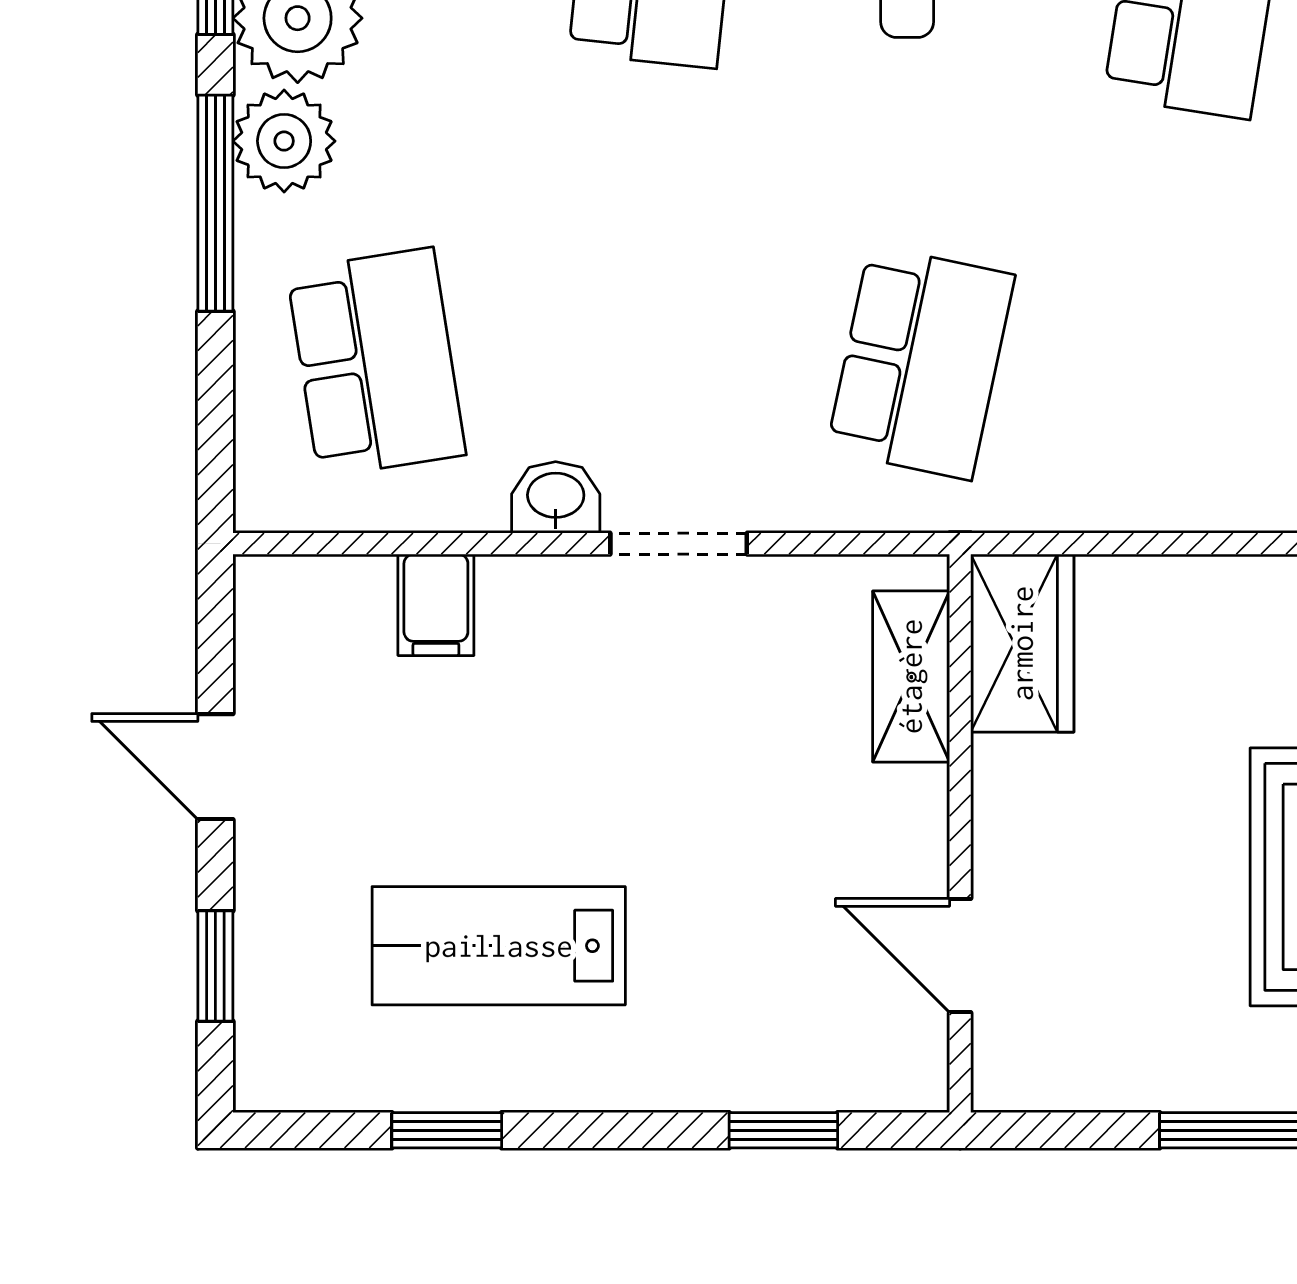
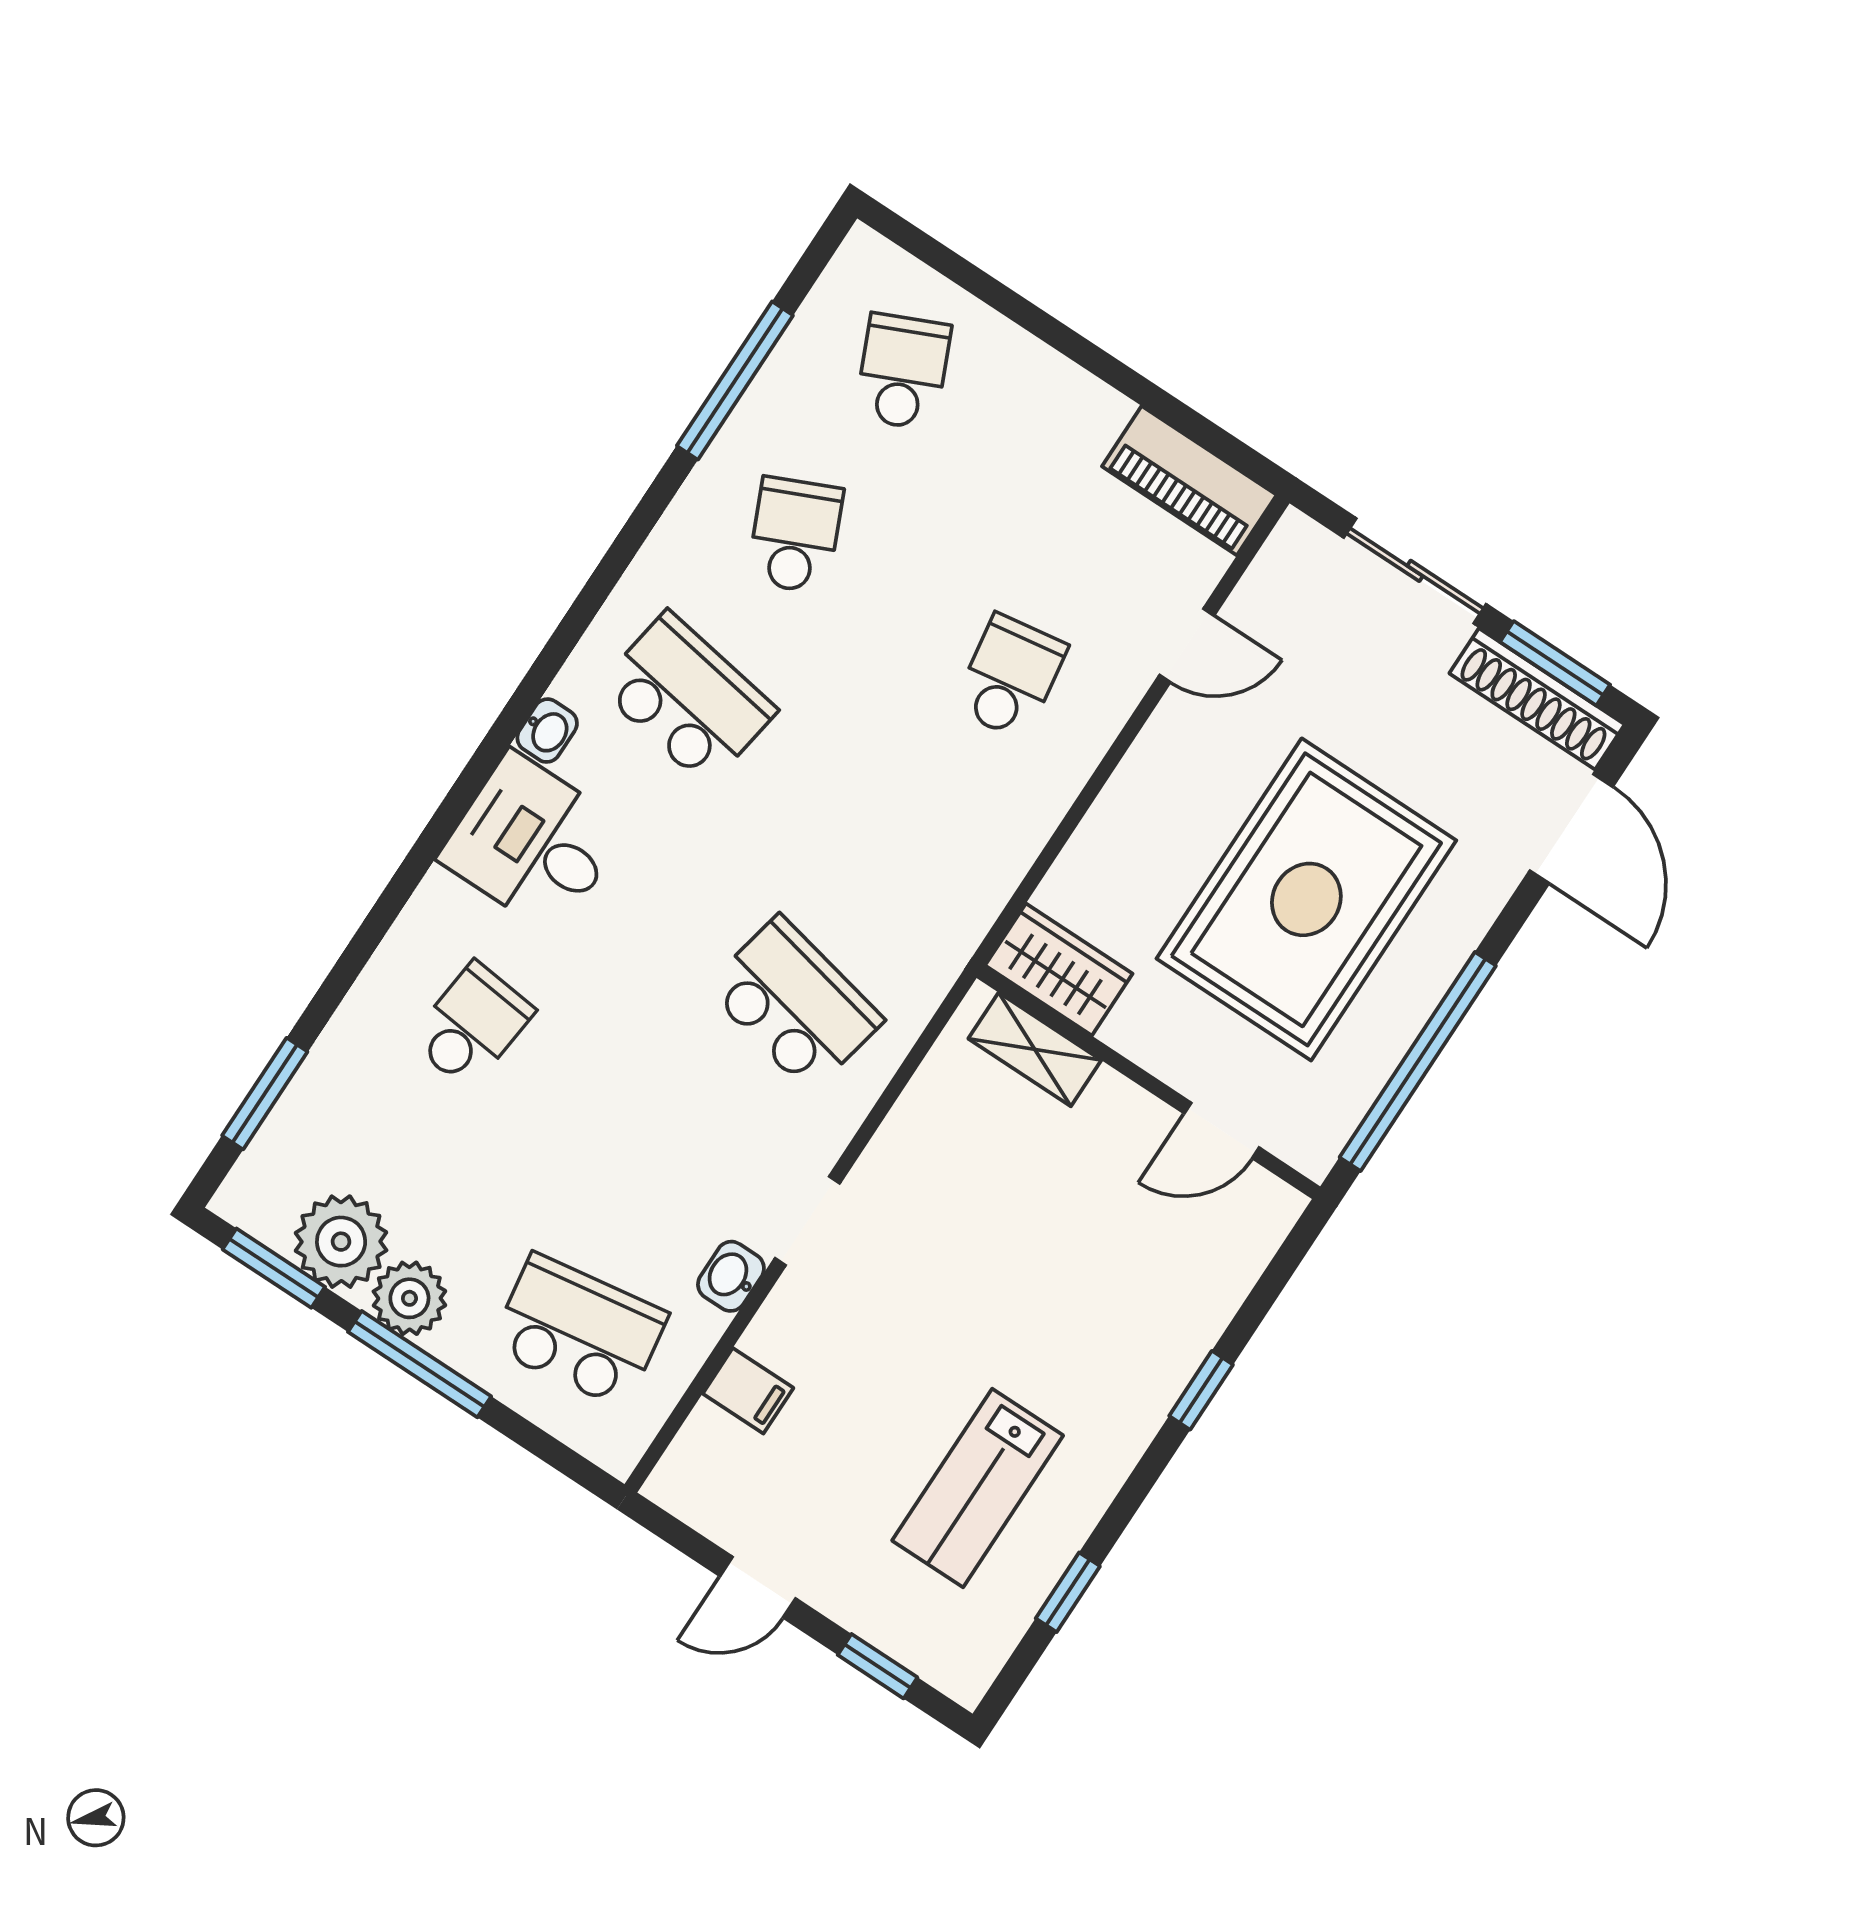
wardrobe: (1022, 643) -> (1059, 969), moved
shelving: (911, 676) -> (1035, 1049), moved
wall: (960, 833) -> (1148, 1082), moved
door: (960, 955) -> (1222, 1130), moved

